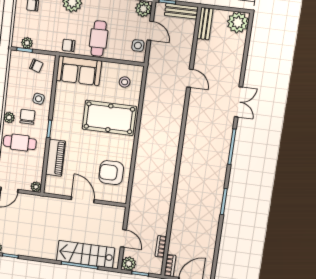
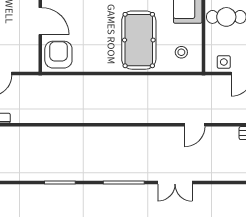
armchair: (111, 173) -> (58, 55), moved
door: (83, 200) -> (40, 21), hinge flipped

